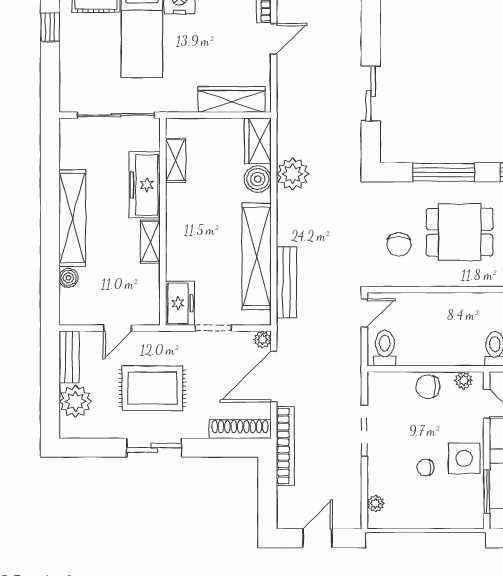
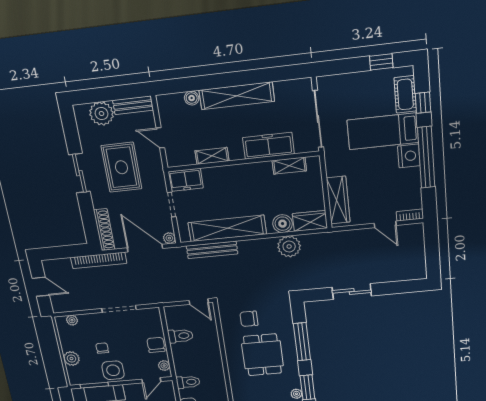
shelving: (150, 242) -> (212, 156), moved
toilet: (385, 348) -> (180, 336), moved
plant: (438, 517) -> (71, 359), added

